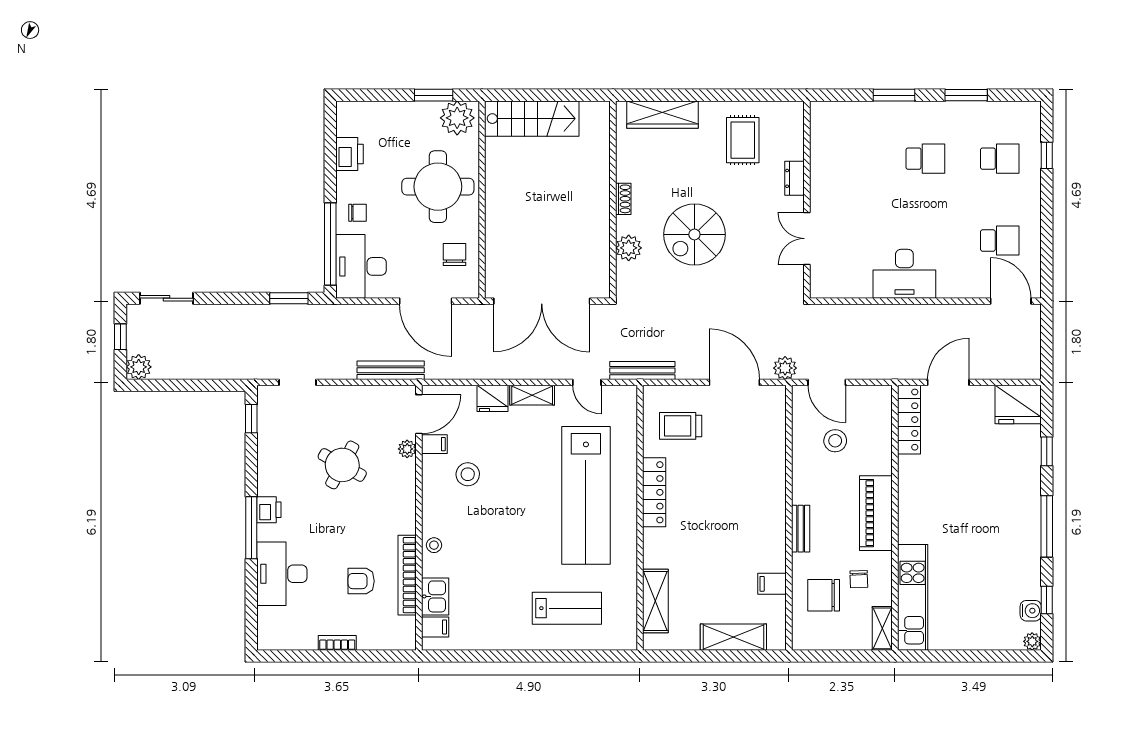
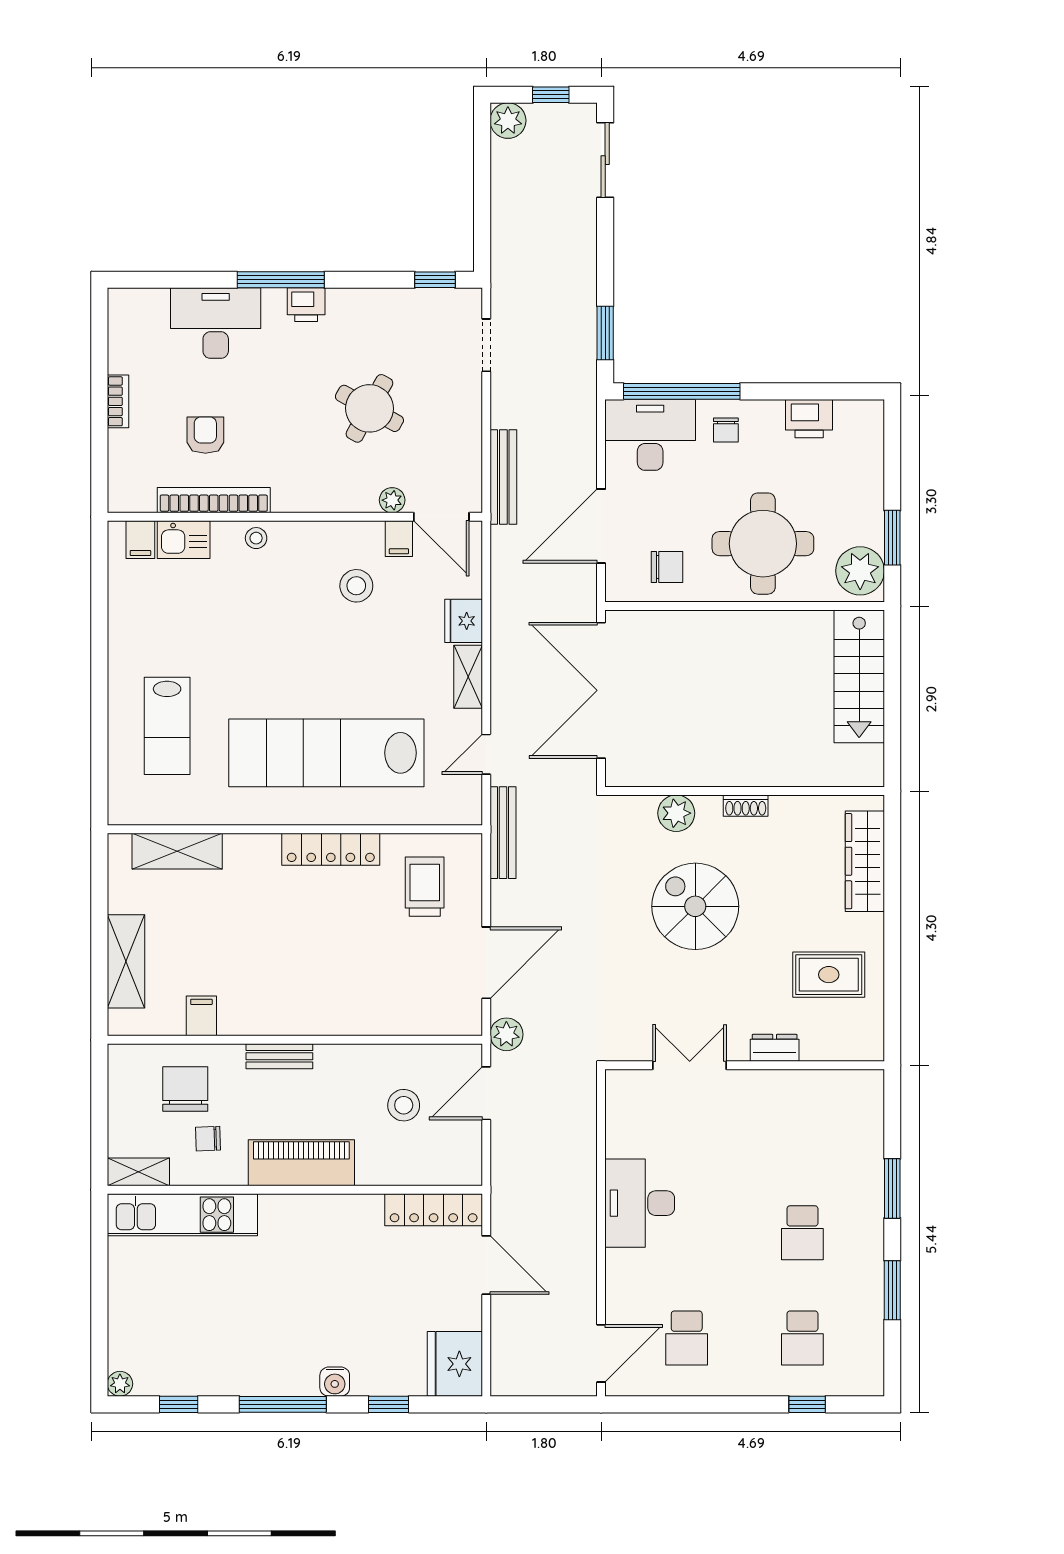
water cooler: (1031, 611) -> (335, 1382), moved

